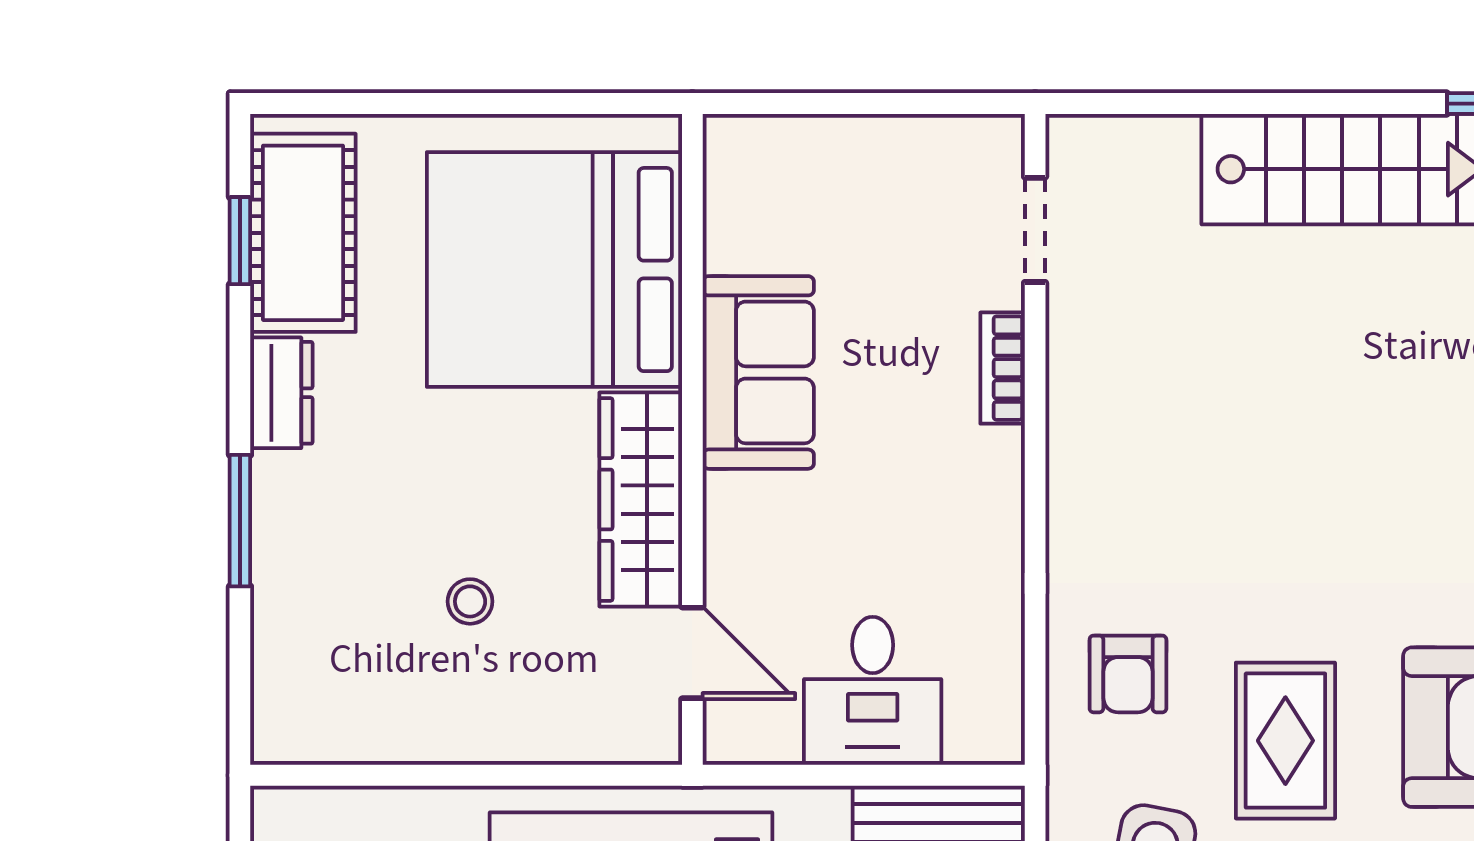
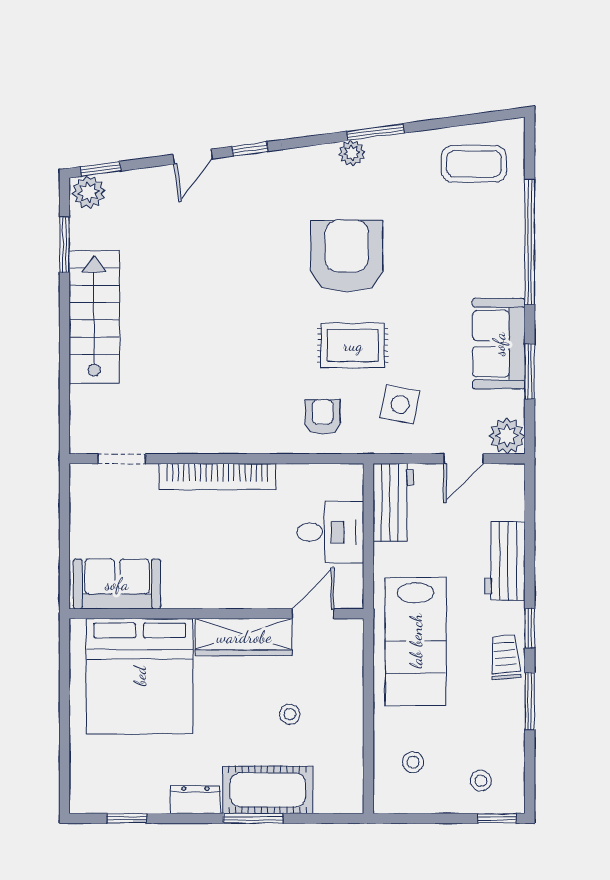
cot: (303, 233) -> (268, 790), moved
bookcase: (1003, 368) -> (217, 477), width x2.31, depth x1.31
sofa: (758, 372) -> (117, 584), moved
armchair: (1128, 674) -> (323, 417), turned -90

